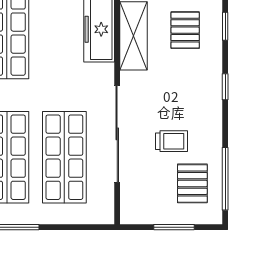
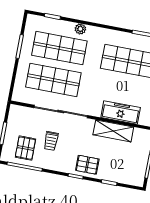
pallet: (185, 30) -> (87, 165), moved
pallet: (192, 183) -> (25, 148), turned 90

